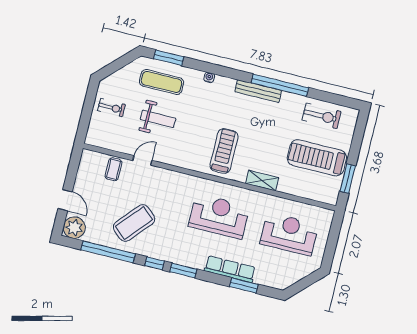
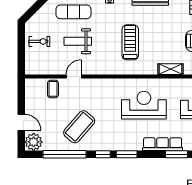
weight bench: (158, 119) -> (78, 41), turned 180
treadmill: (224, 151) -> (130, 42), moved

